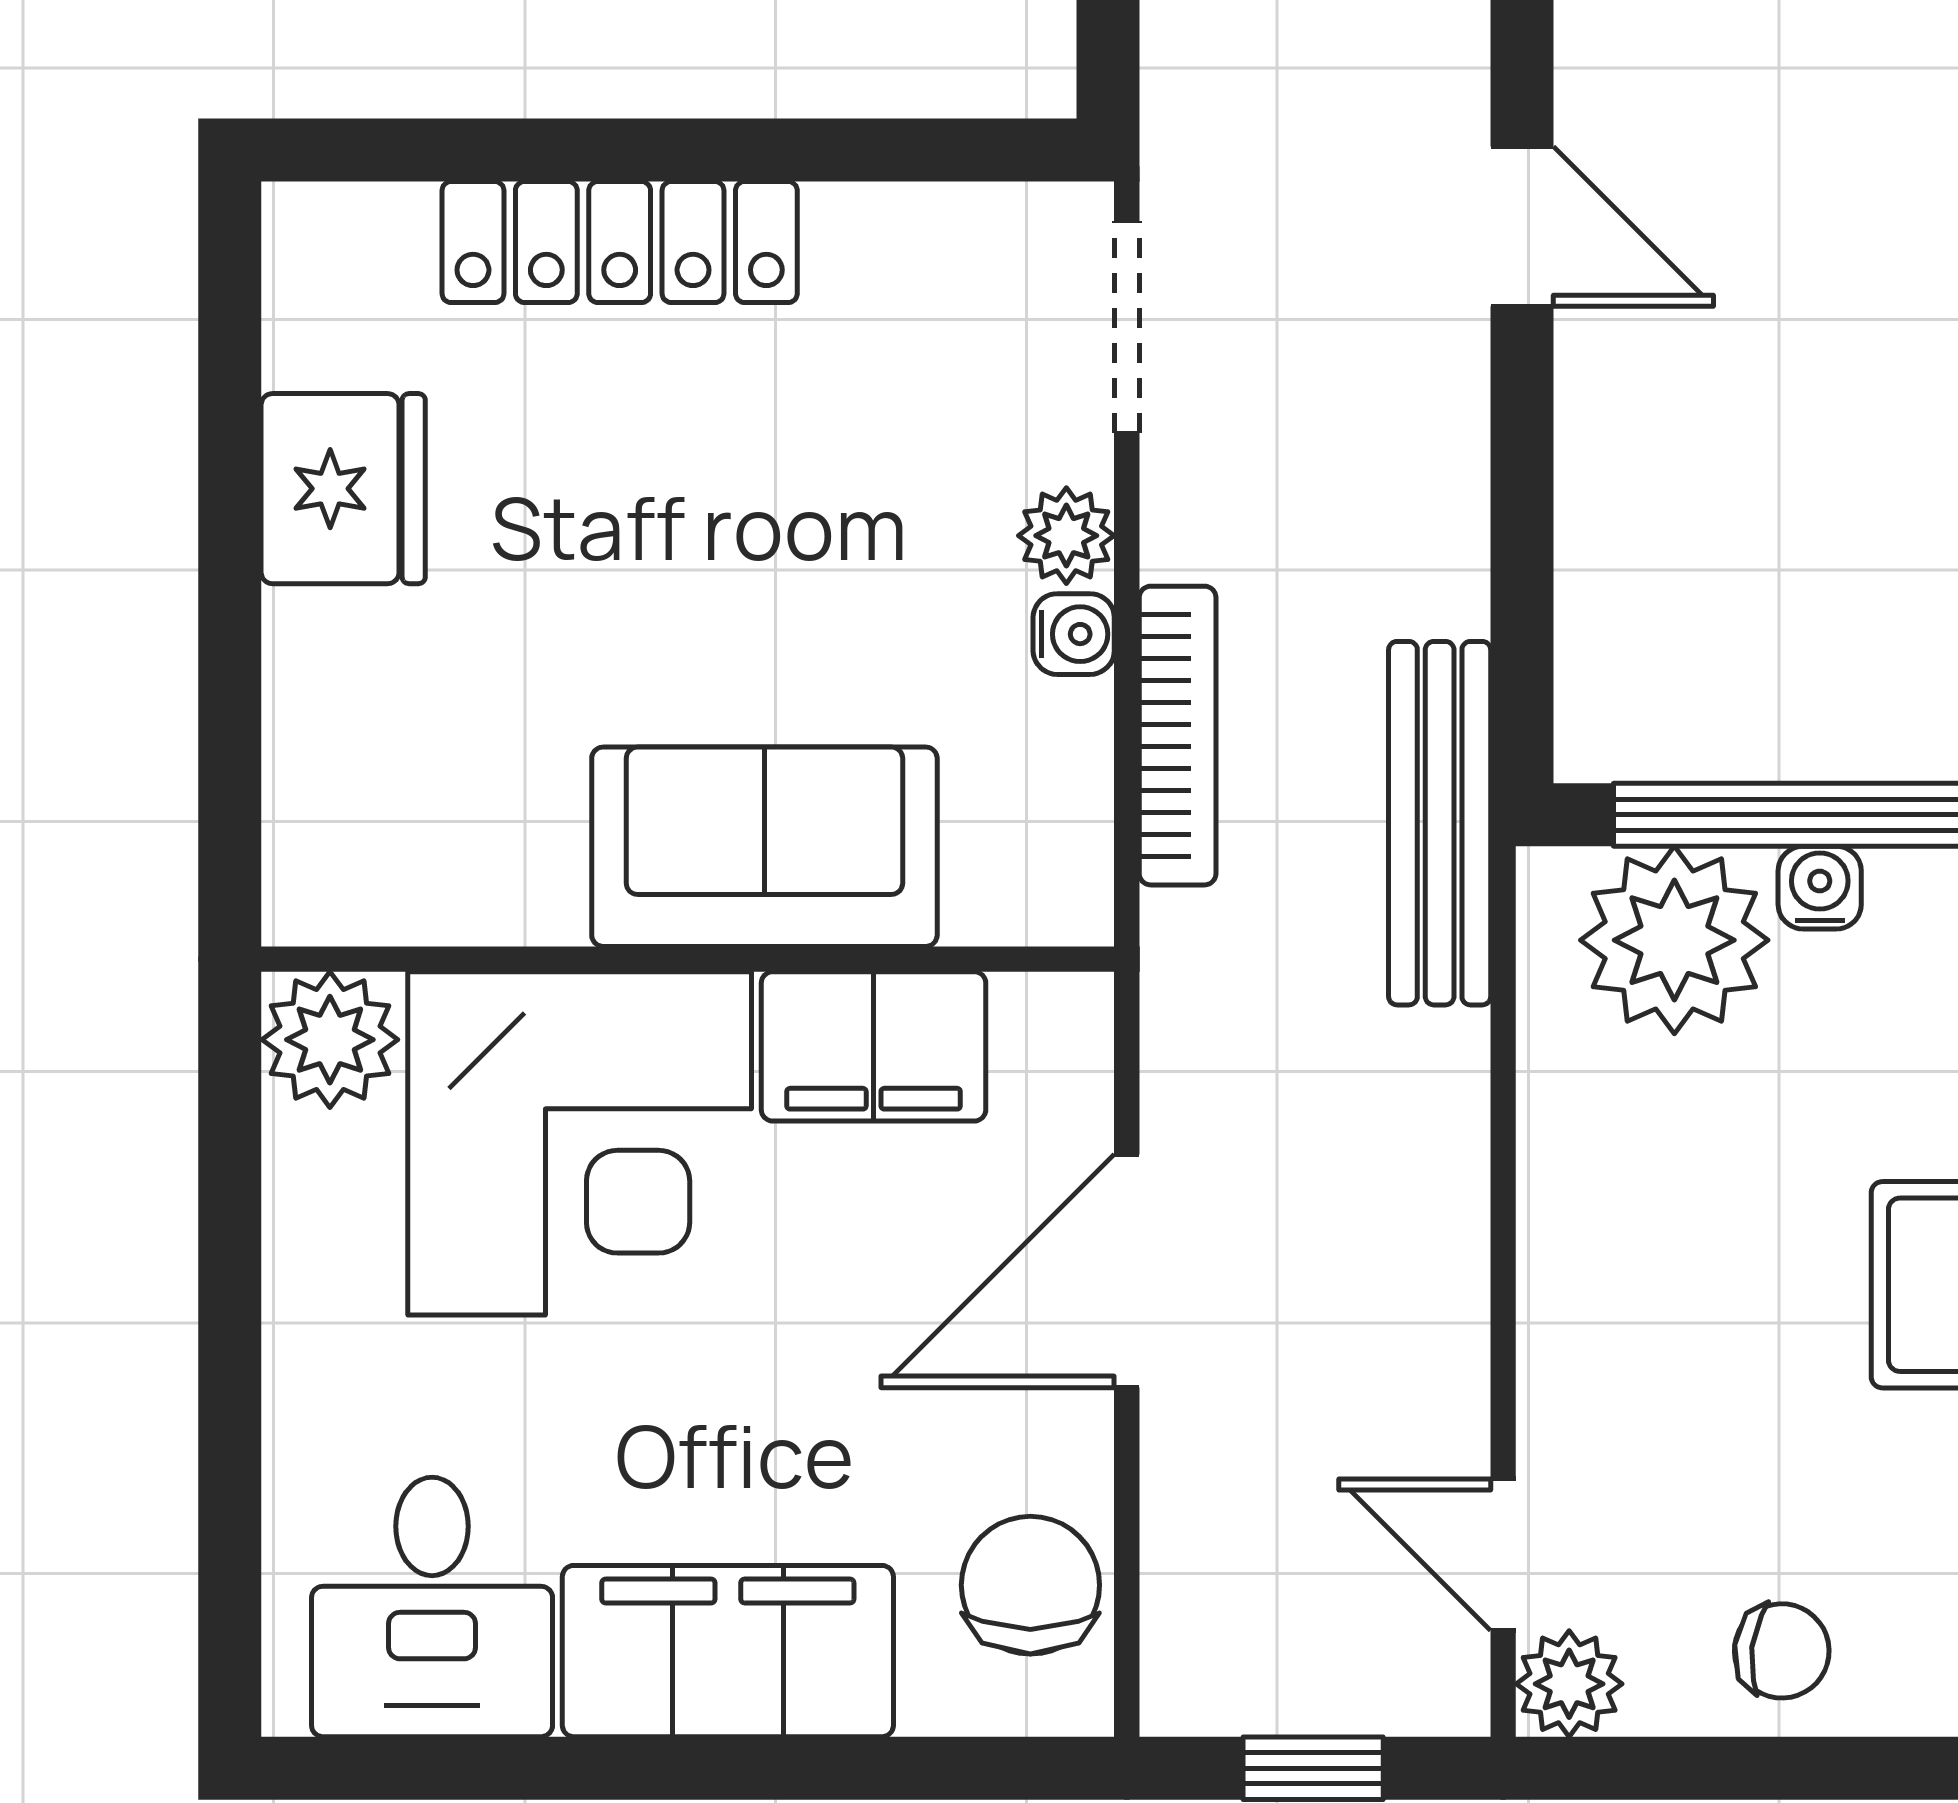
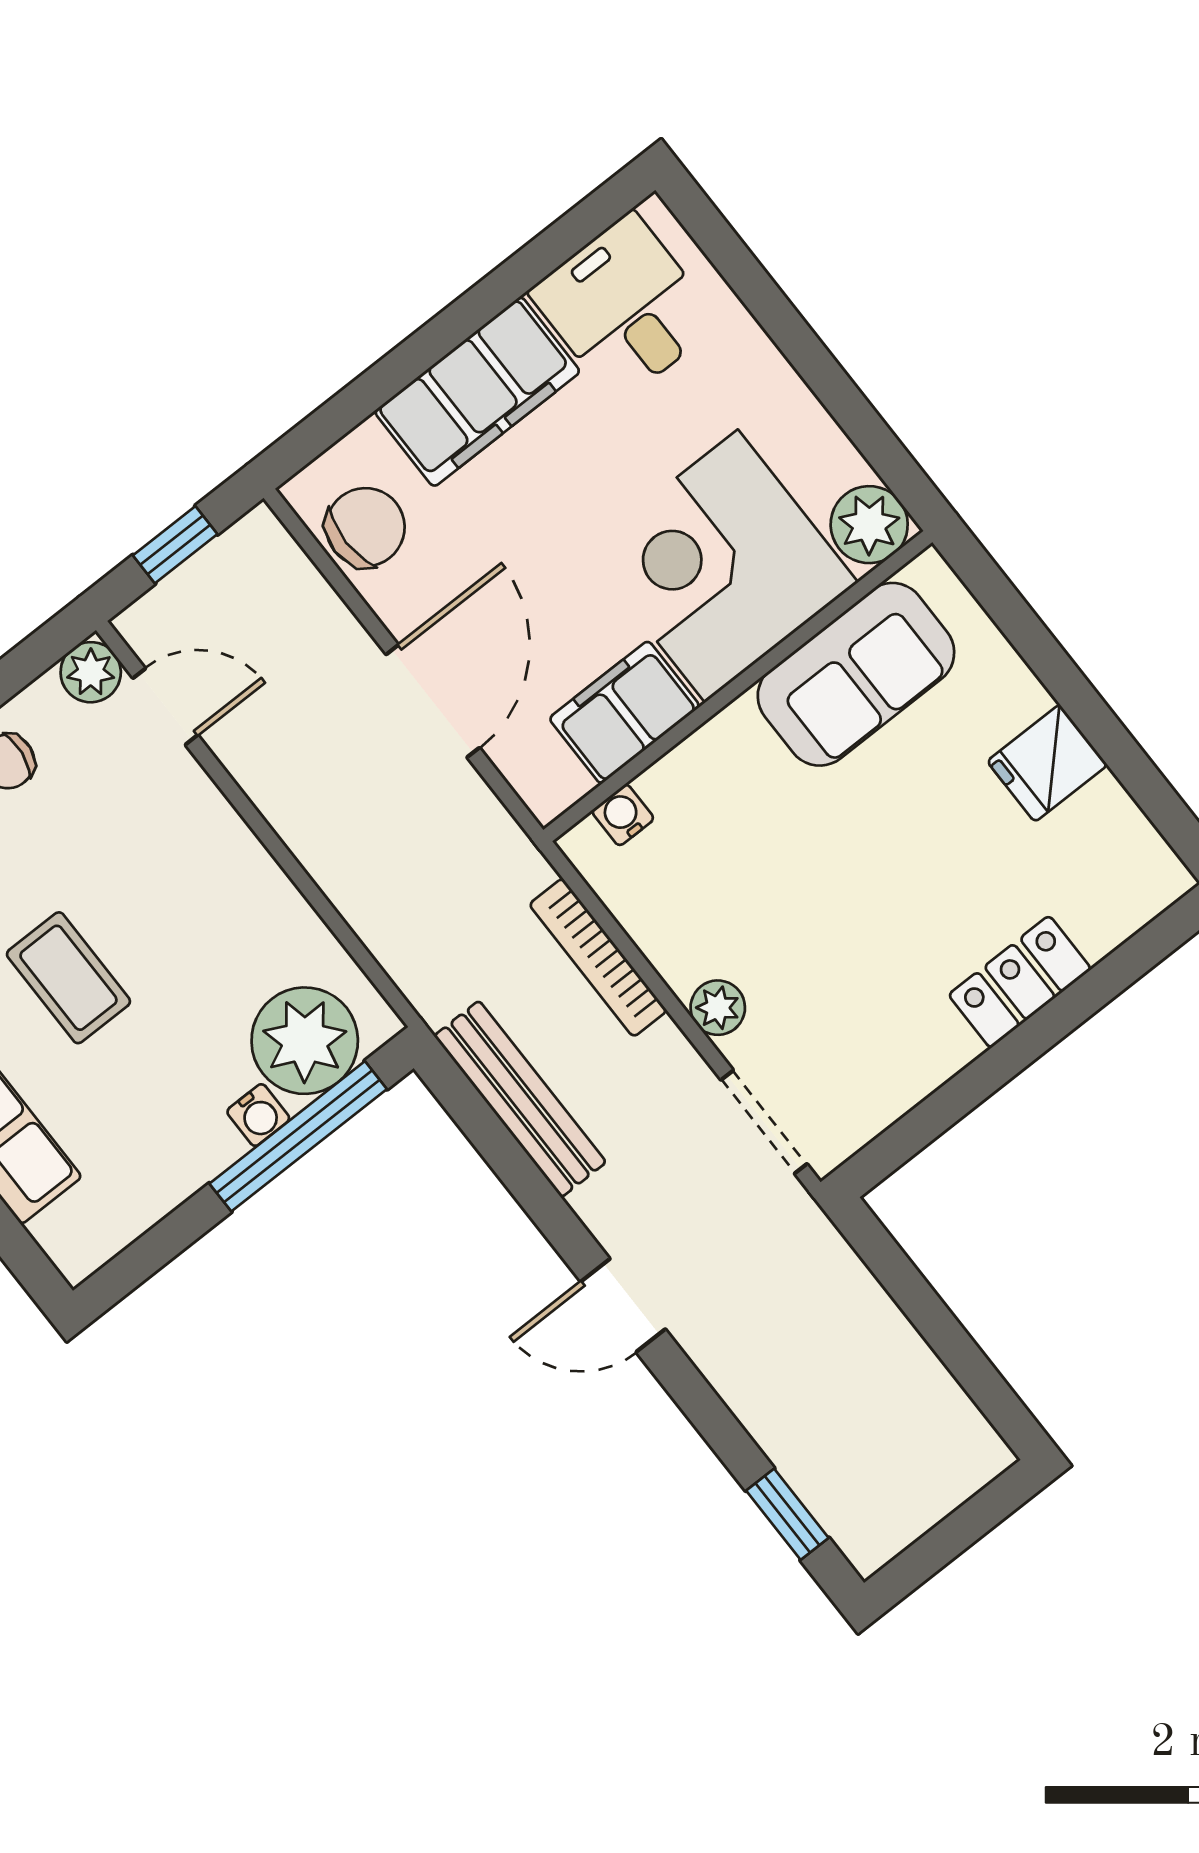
locker: (620, 242) -> (1020, 982), width x0.66
fridge: (343, 489) -> (1047, 763), width x0.72
water cooler: (1074, 634) -> (623, 815), moved, turned 90
bench: (1440, 823) -> (520, 1099), moved
sofa: (764, 847) -> (856, 674), moved
chair: (1030, 1585) -> (365, 527), turned -90

